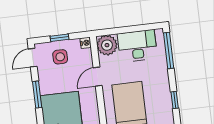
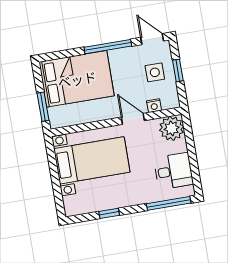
nightstand: (86, 43) -> (154, 106), moved
desk: (137, 46) -> (173, 171), width x0.73
window: (37, 95) -> (108, 47), width x1.44

